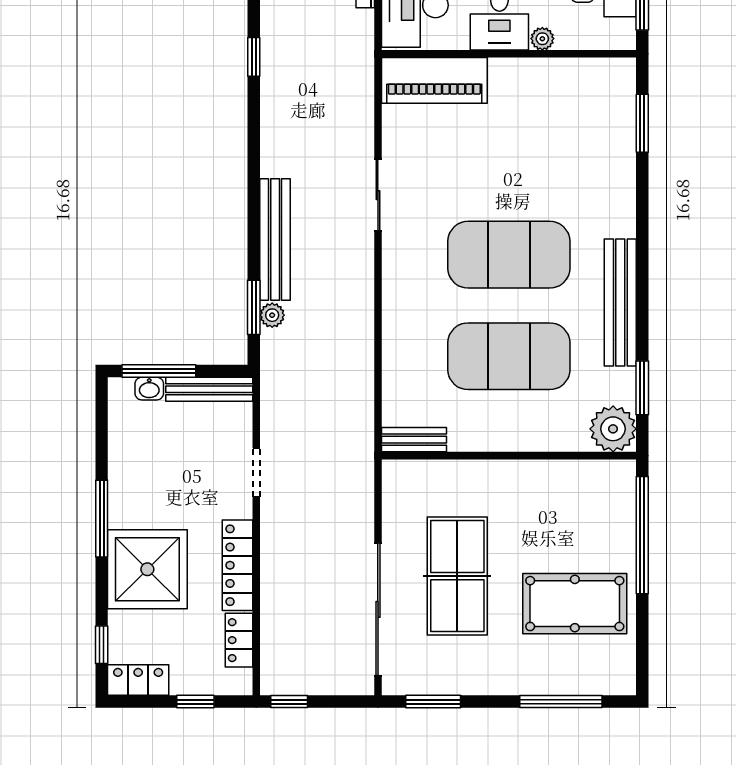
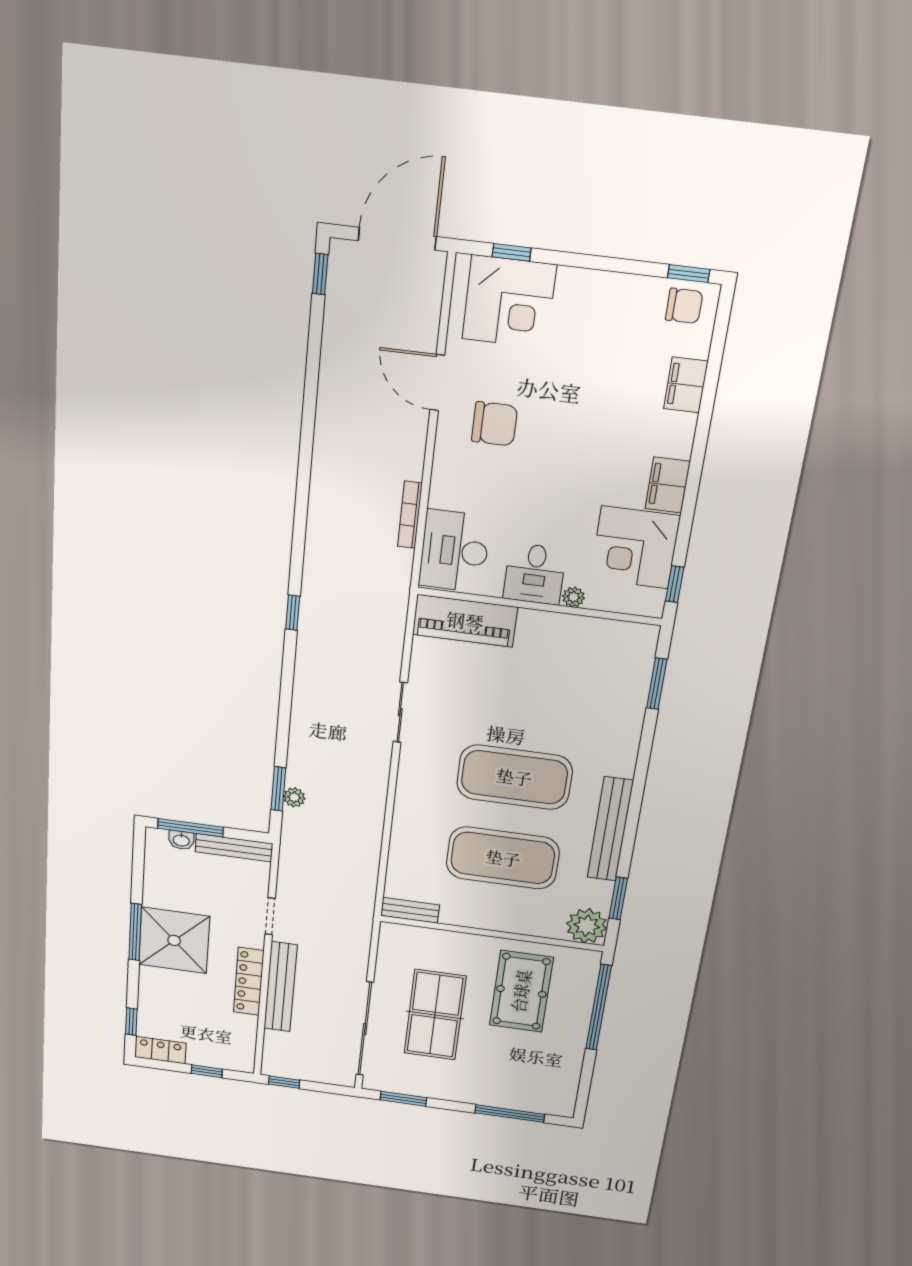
window: (254, 57) -> (293, 613), moved
bench: (275, 239) -> (281, 987), moved
shower: (147, 569) -> (174, 940), moved
pool table: (575, 604) -> (521, 991), moved, turned 90
locker: (239, 640) -> (246, 1034), removed

